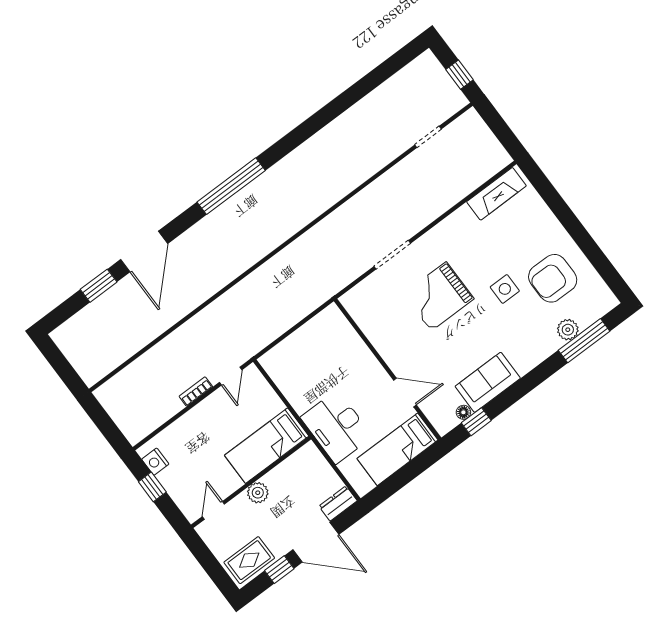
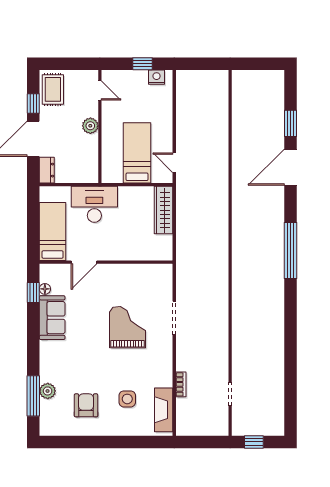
door: (144, 252) -> (291, 167), hinge flipped
armchair: (553, 278) -> (86, 405), width x0.73, depth x0.73
side table: (505, 289) -> (127, 399), moved
wardrobe: (288, 350) -> (163, 210), added
bookcase: (196, 392) -> (181, 384), moved
bed: (267, 446) -> (137, 153), moved

